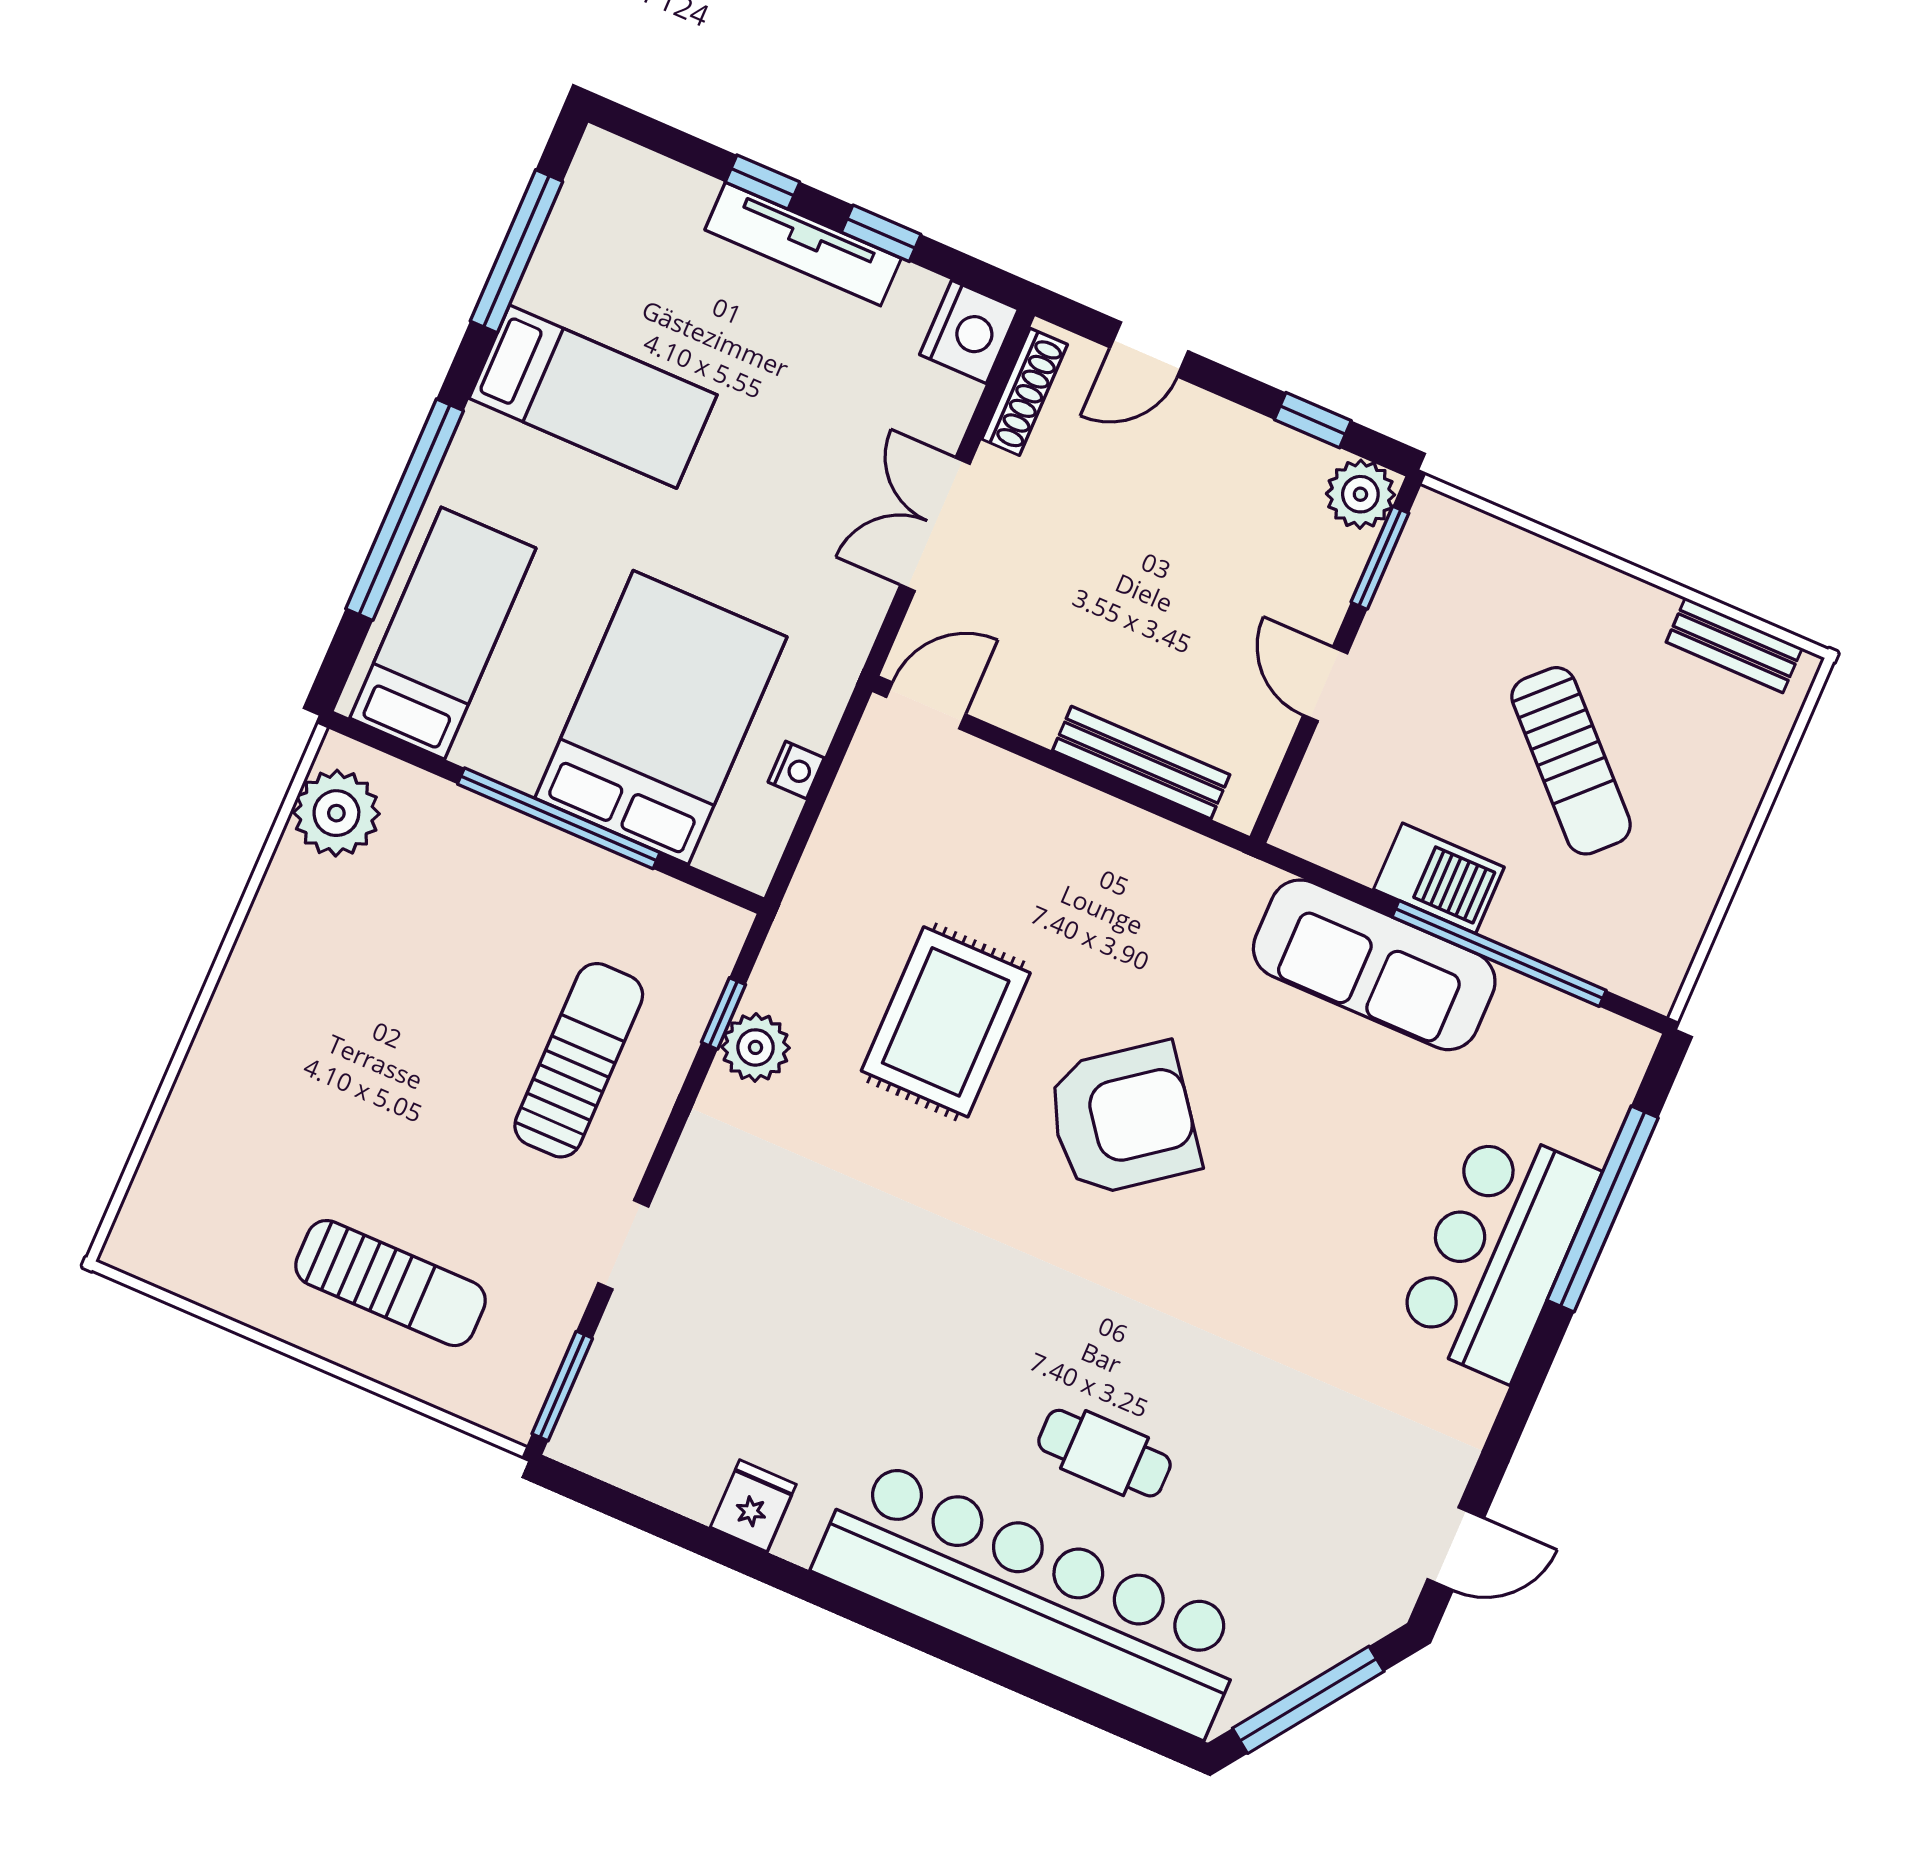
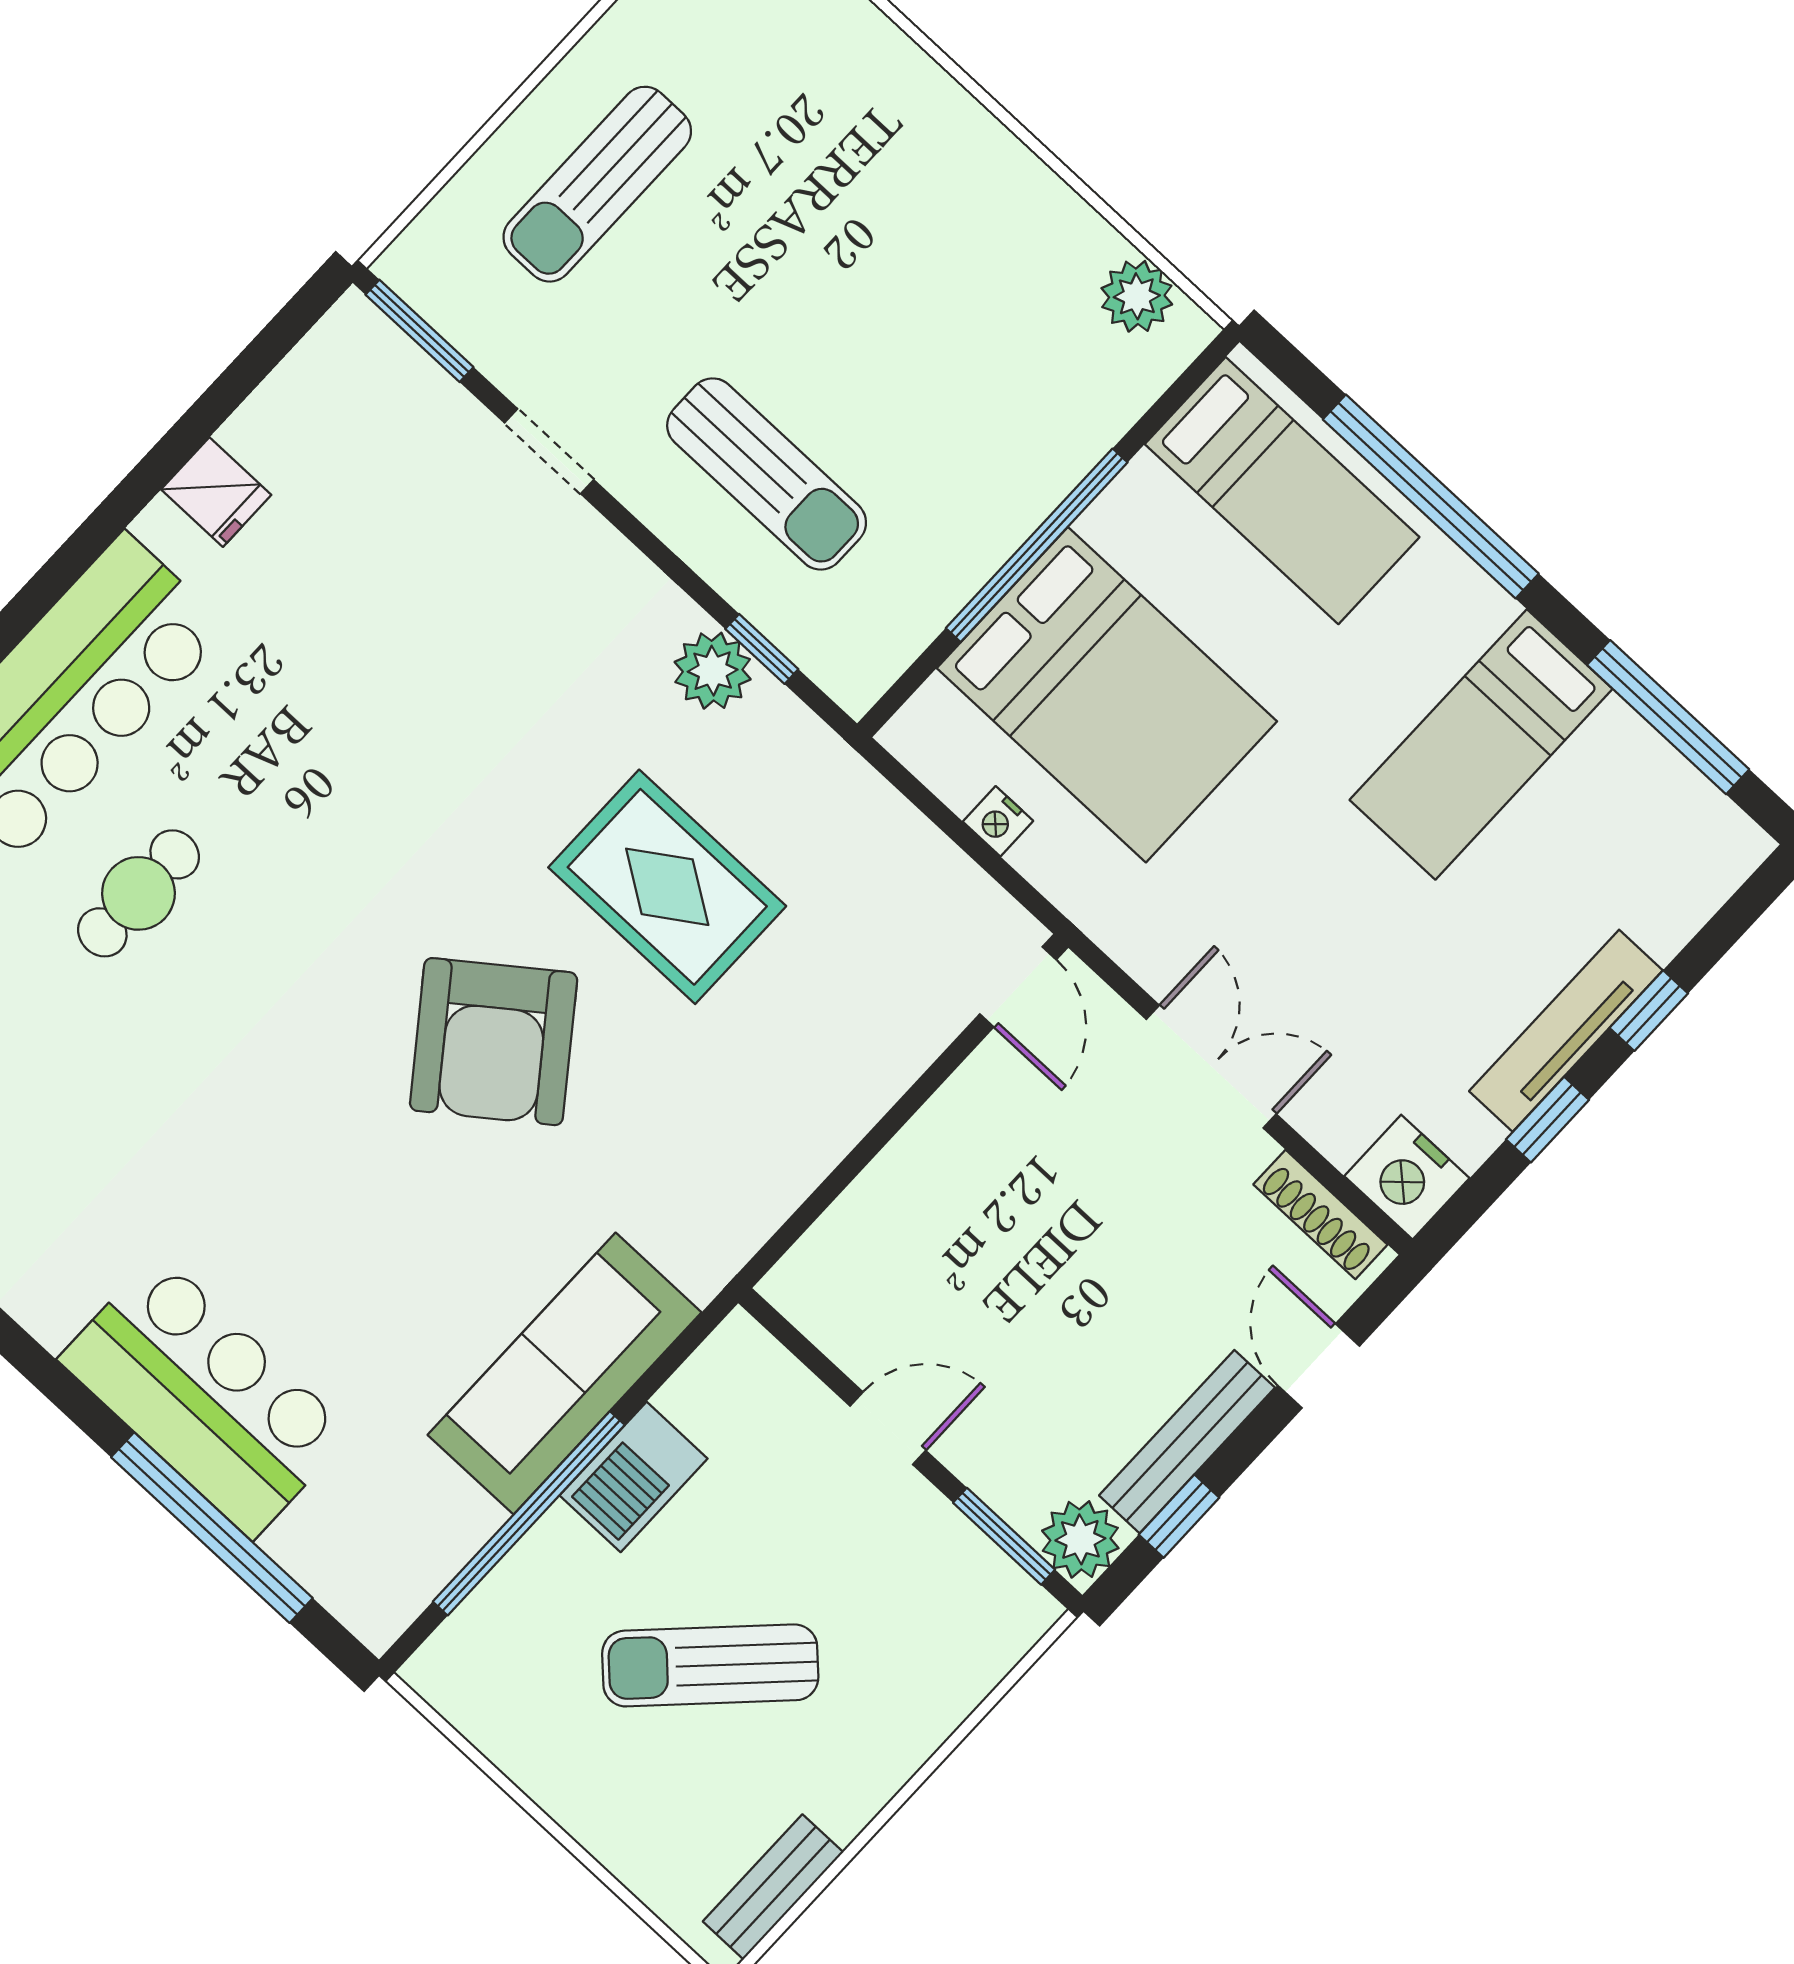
bench: (1141, 763) -> (1187, 1442), moved
plant: (336, 813) -> (1137, 296), width x0.73, depth x0.73

